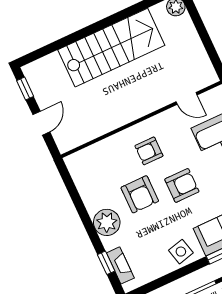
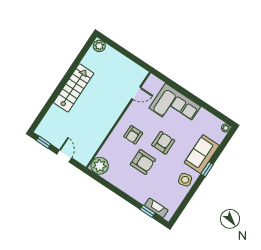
stairs: (111, 48) -> (74, 88), width x0.73, depth x0.66
plant: (107, 222) -> (100, 166), moved

